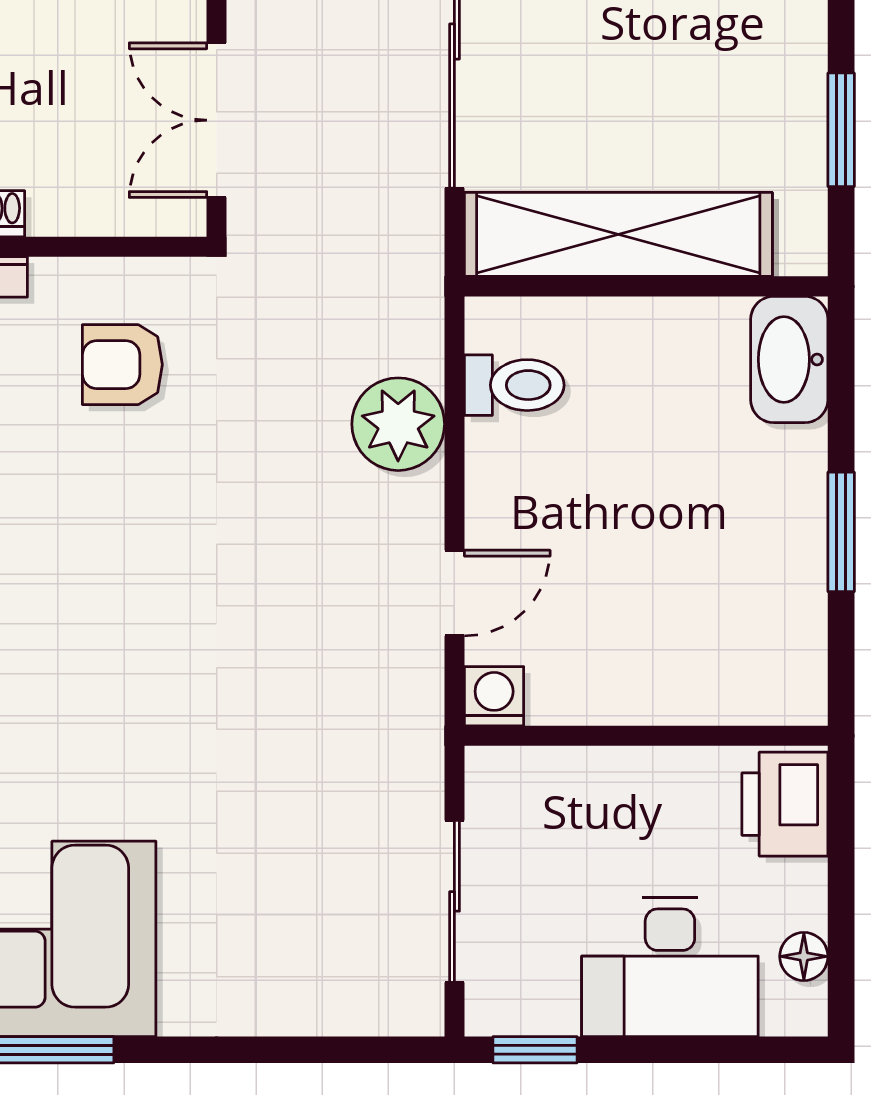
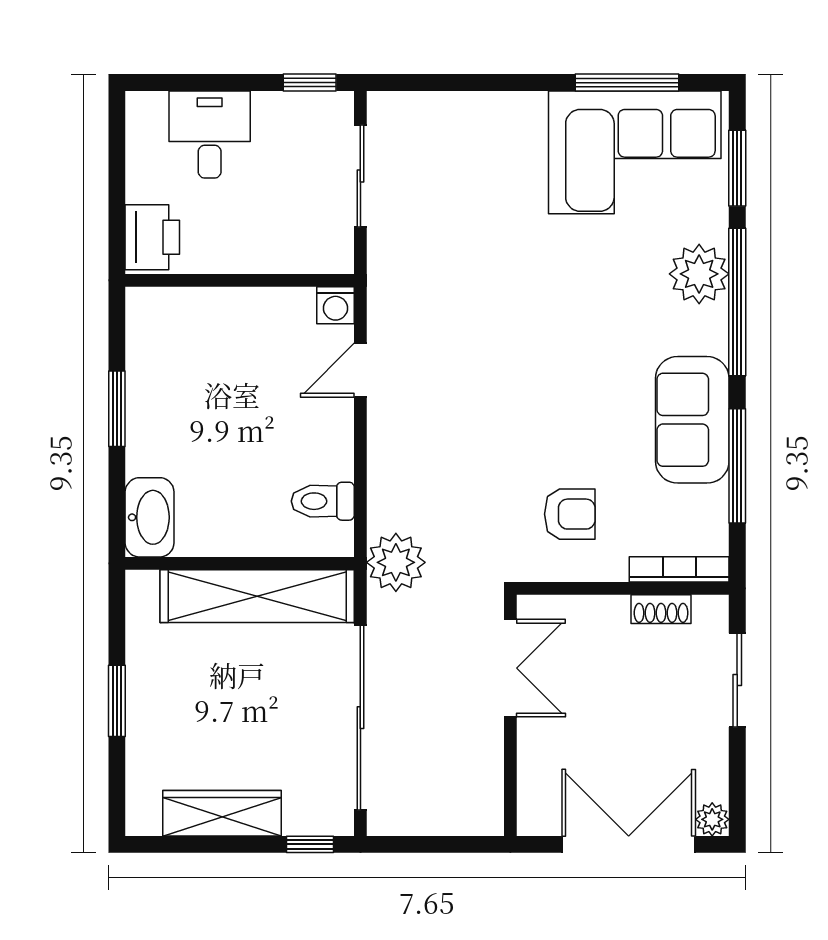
window: (841, 130) -> (117, 701), moved
plant: (398, 424) -> (396, 562), moved
floor lamp: (804, 956) -> (140, 141), removed
desk: (670, 967) -> (210, 135), width x0.73

